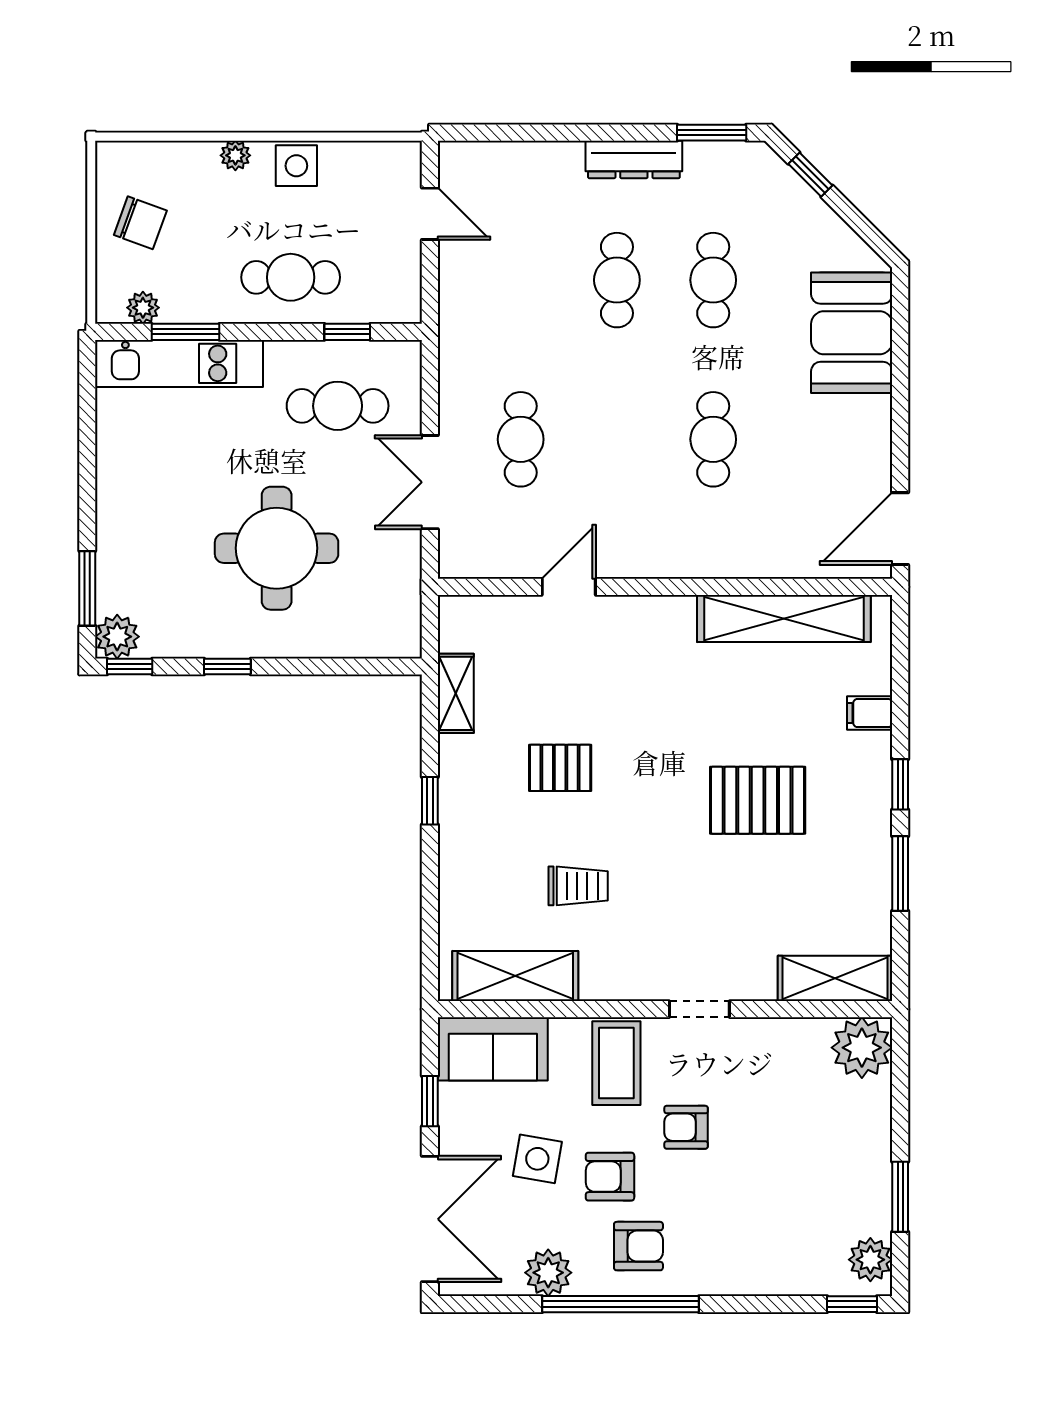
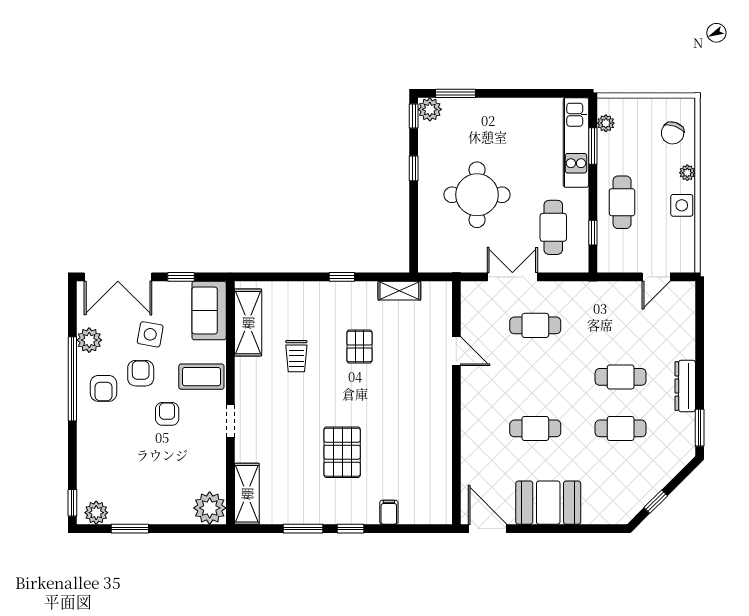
window: (810, 175) -> (656, 502), moved
chair: (140, 223) -> (673, 133), moved
booth: (852, 333) -> (548, 503), moved
shelving: (784, 618) -> (439, 466), removed

